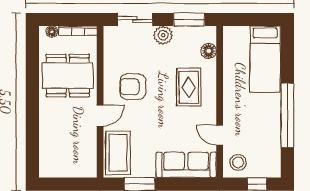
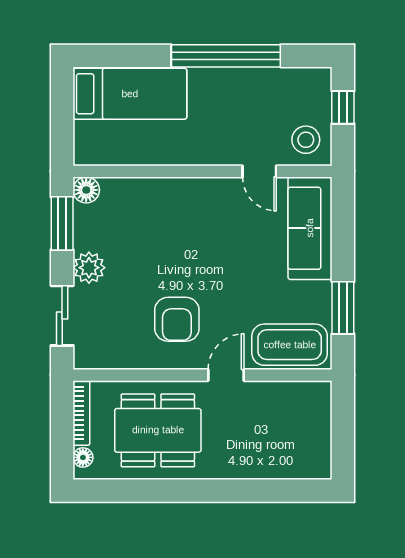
floor lamp: (209, 51) -> (86, 190), moved
dining table: (68, 76) -> (158, 430), turned 90
rug: (189, 87) -> (178, 224), removed
door: (100, 116) -> (226, 375), hinge flipped
door: (220, 135) -> (259, 171), hinge flipped

